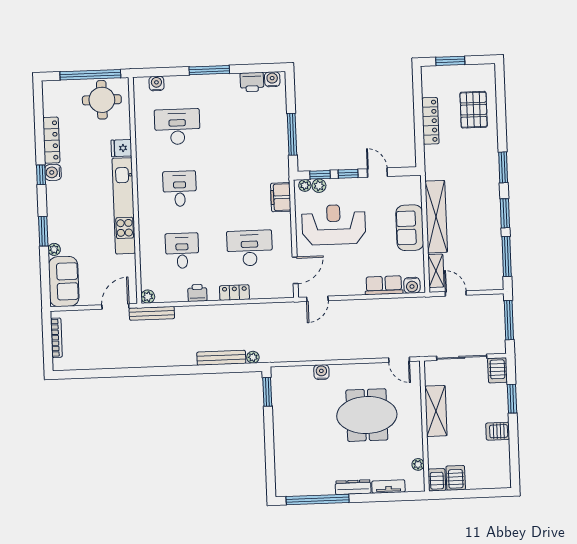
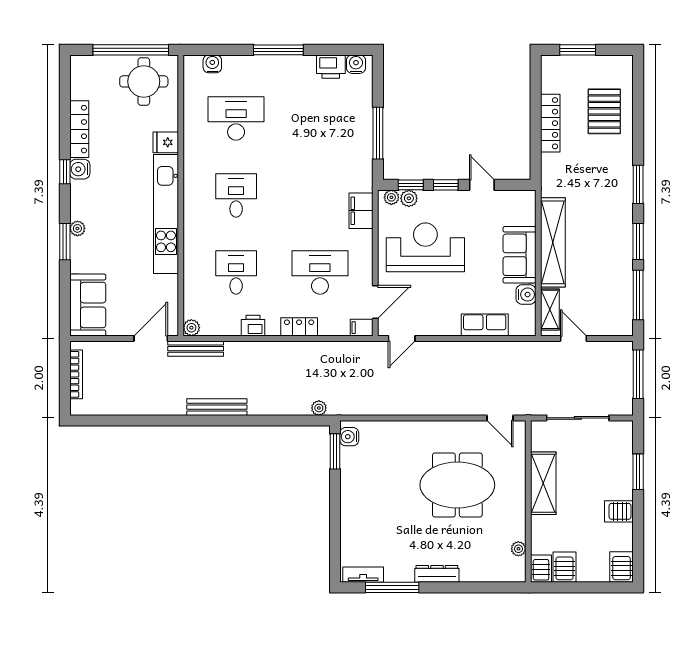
plant: (54, 249) -> (77, 228), moved
water cooler: (412, 285) -> (526, 295), moved, turned -90
filing cabinet: (285, 291) -> (362, 328), added
bench: (221, 358) -> (217, 407), moved
server rack: (498, 370) -> (622, 567), moved, turned 180
water cooler: (321, 372) -> (349, 437), moved, turned -90
tv unit: (388, 486) -> (363, 575), moved
window: (318, 499) -> (392, 587), width x0.68

